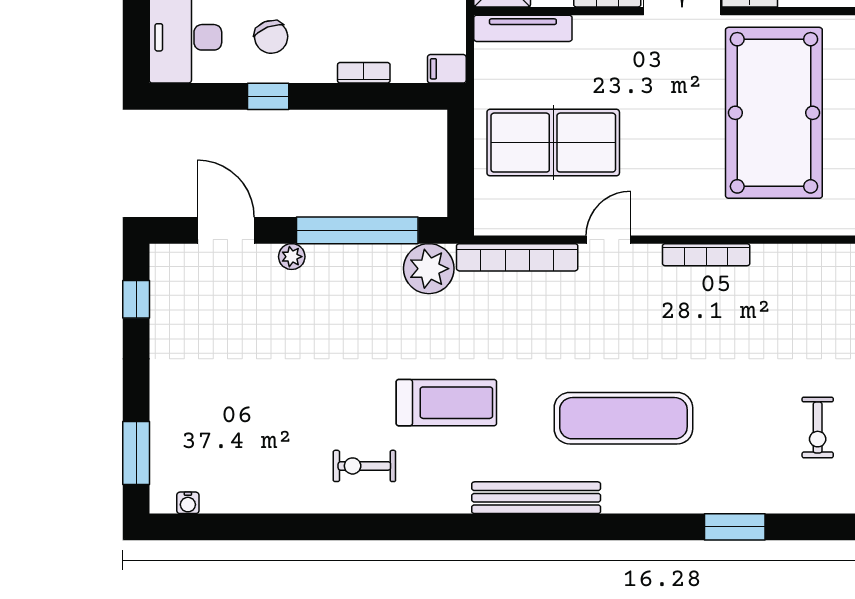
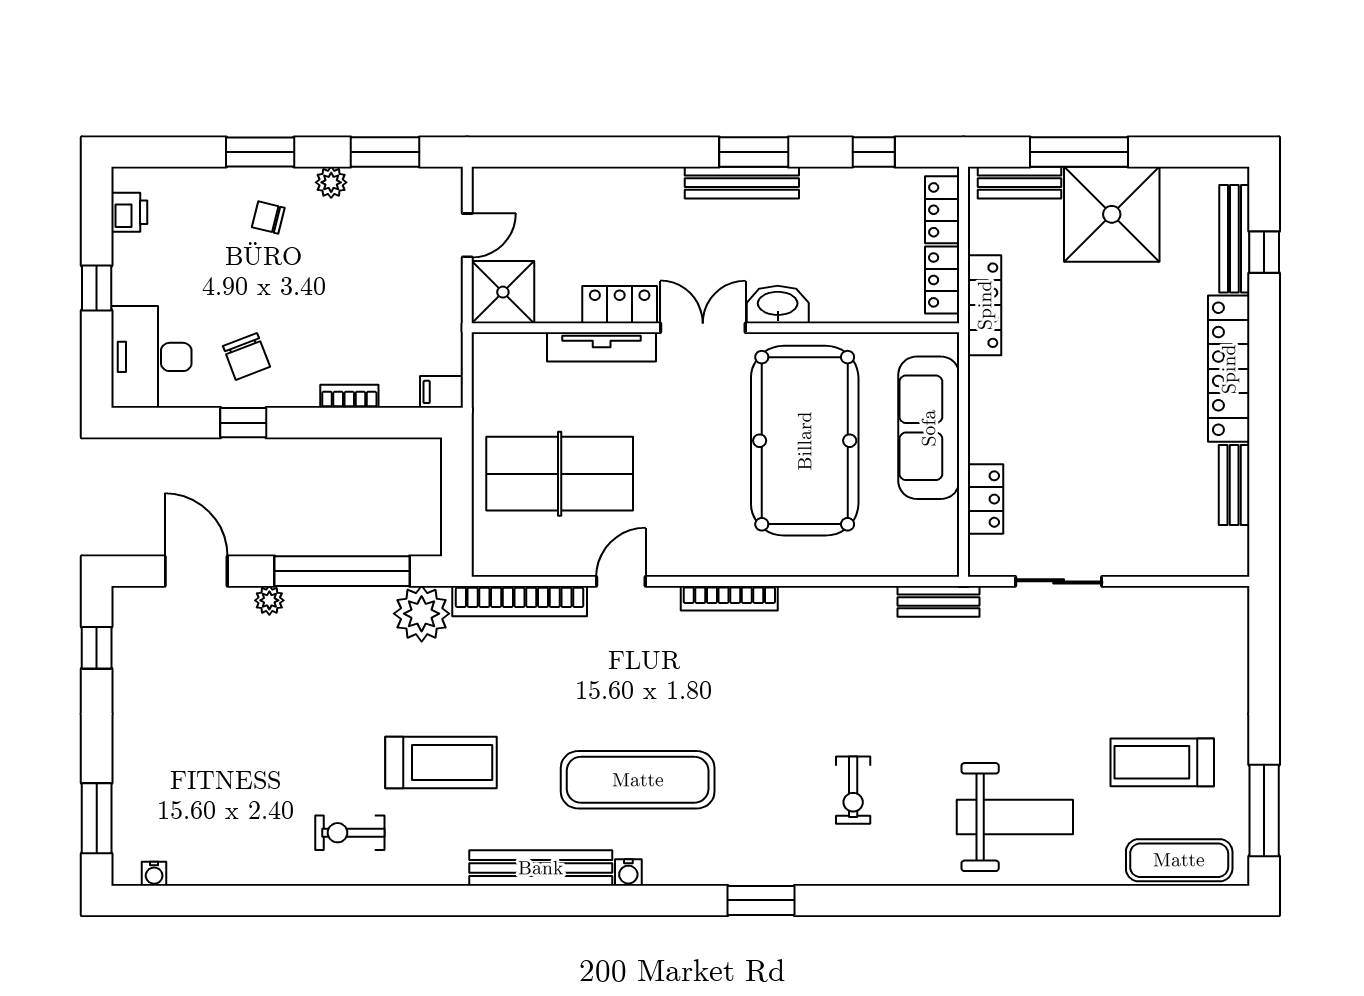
tv unit: (523, 28) -> (602, 347), moved
water cooler: (615, 502) -> (628, 872), added

